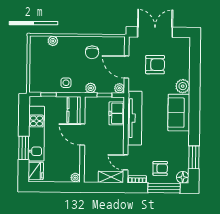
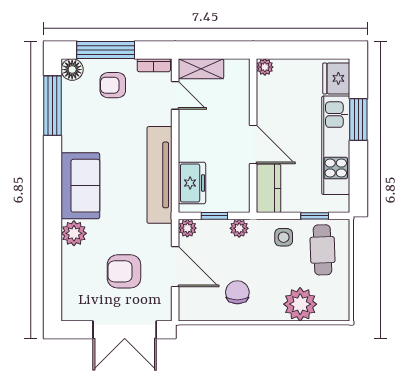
plant: (53, 41) -> (300, 304), width x1.88, depth x1.88
cafe table: (44, 75) -> (323, 250), added
window: (194, 157) -> (53, 106), width x1.44

